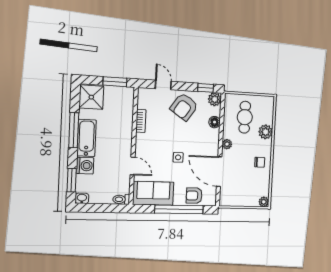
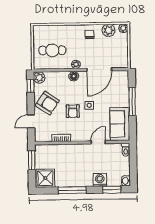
floor lamp: (215, 122) -> (74, 76), moved
plant: (266, 132) -> (108, 30), moved
bathtub: (87, 138) -> (78, 180), removed
armchair: (194, 196) -> (73, 111), moved
window: (179, 209) -> (132, 102), width x0.68

